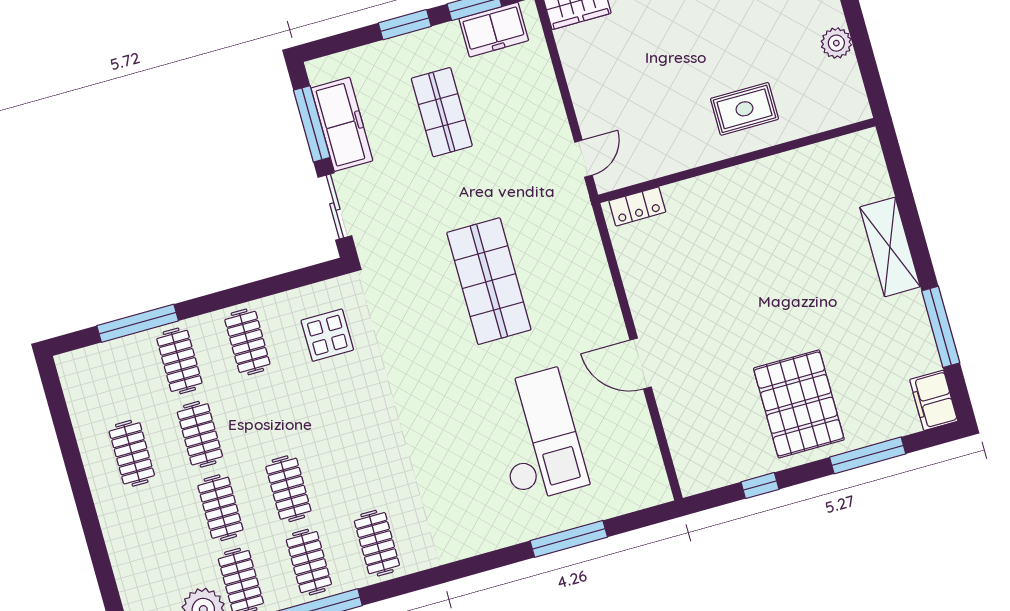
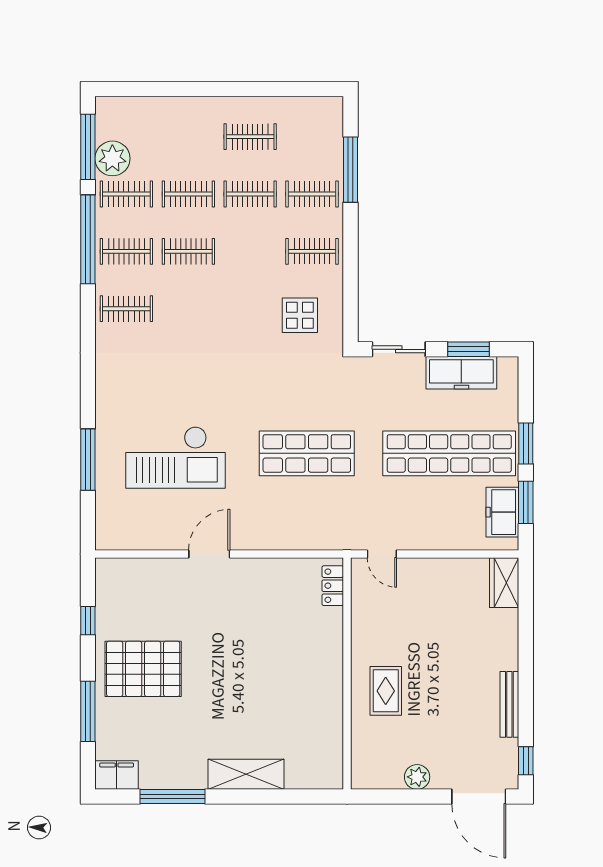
shop shelf: (442, 112) -> (449, 453), width x2.00, depth x1.36
window: (312, 124) -> (468, 349), width x0.69

